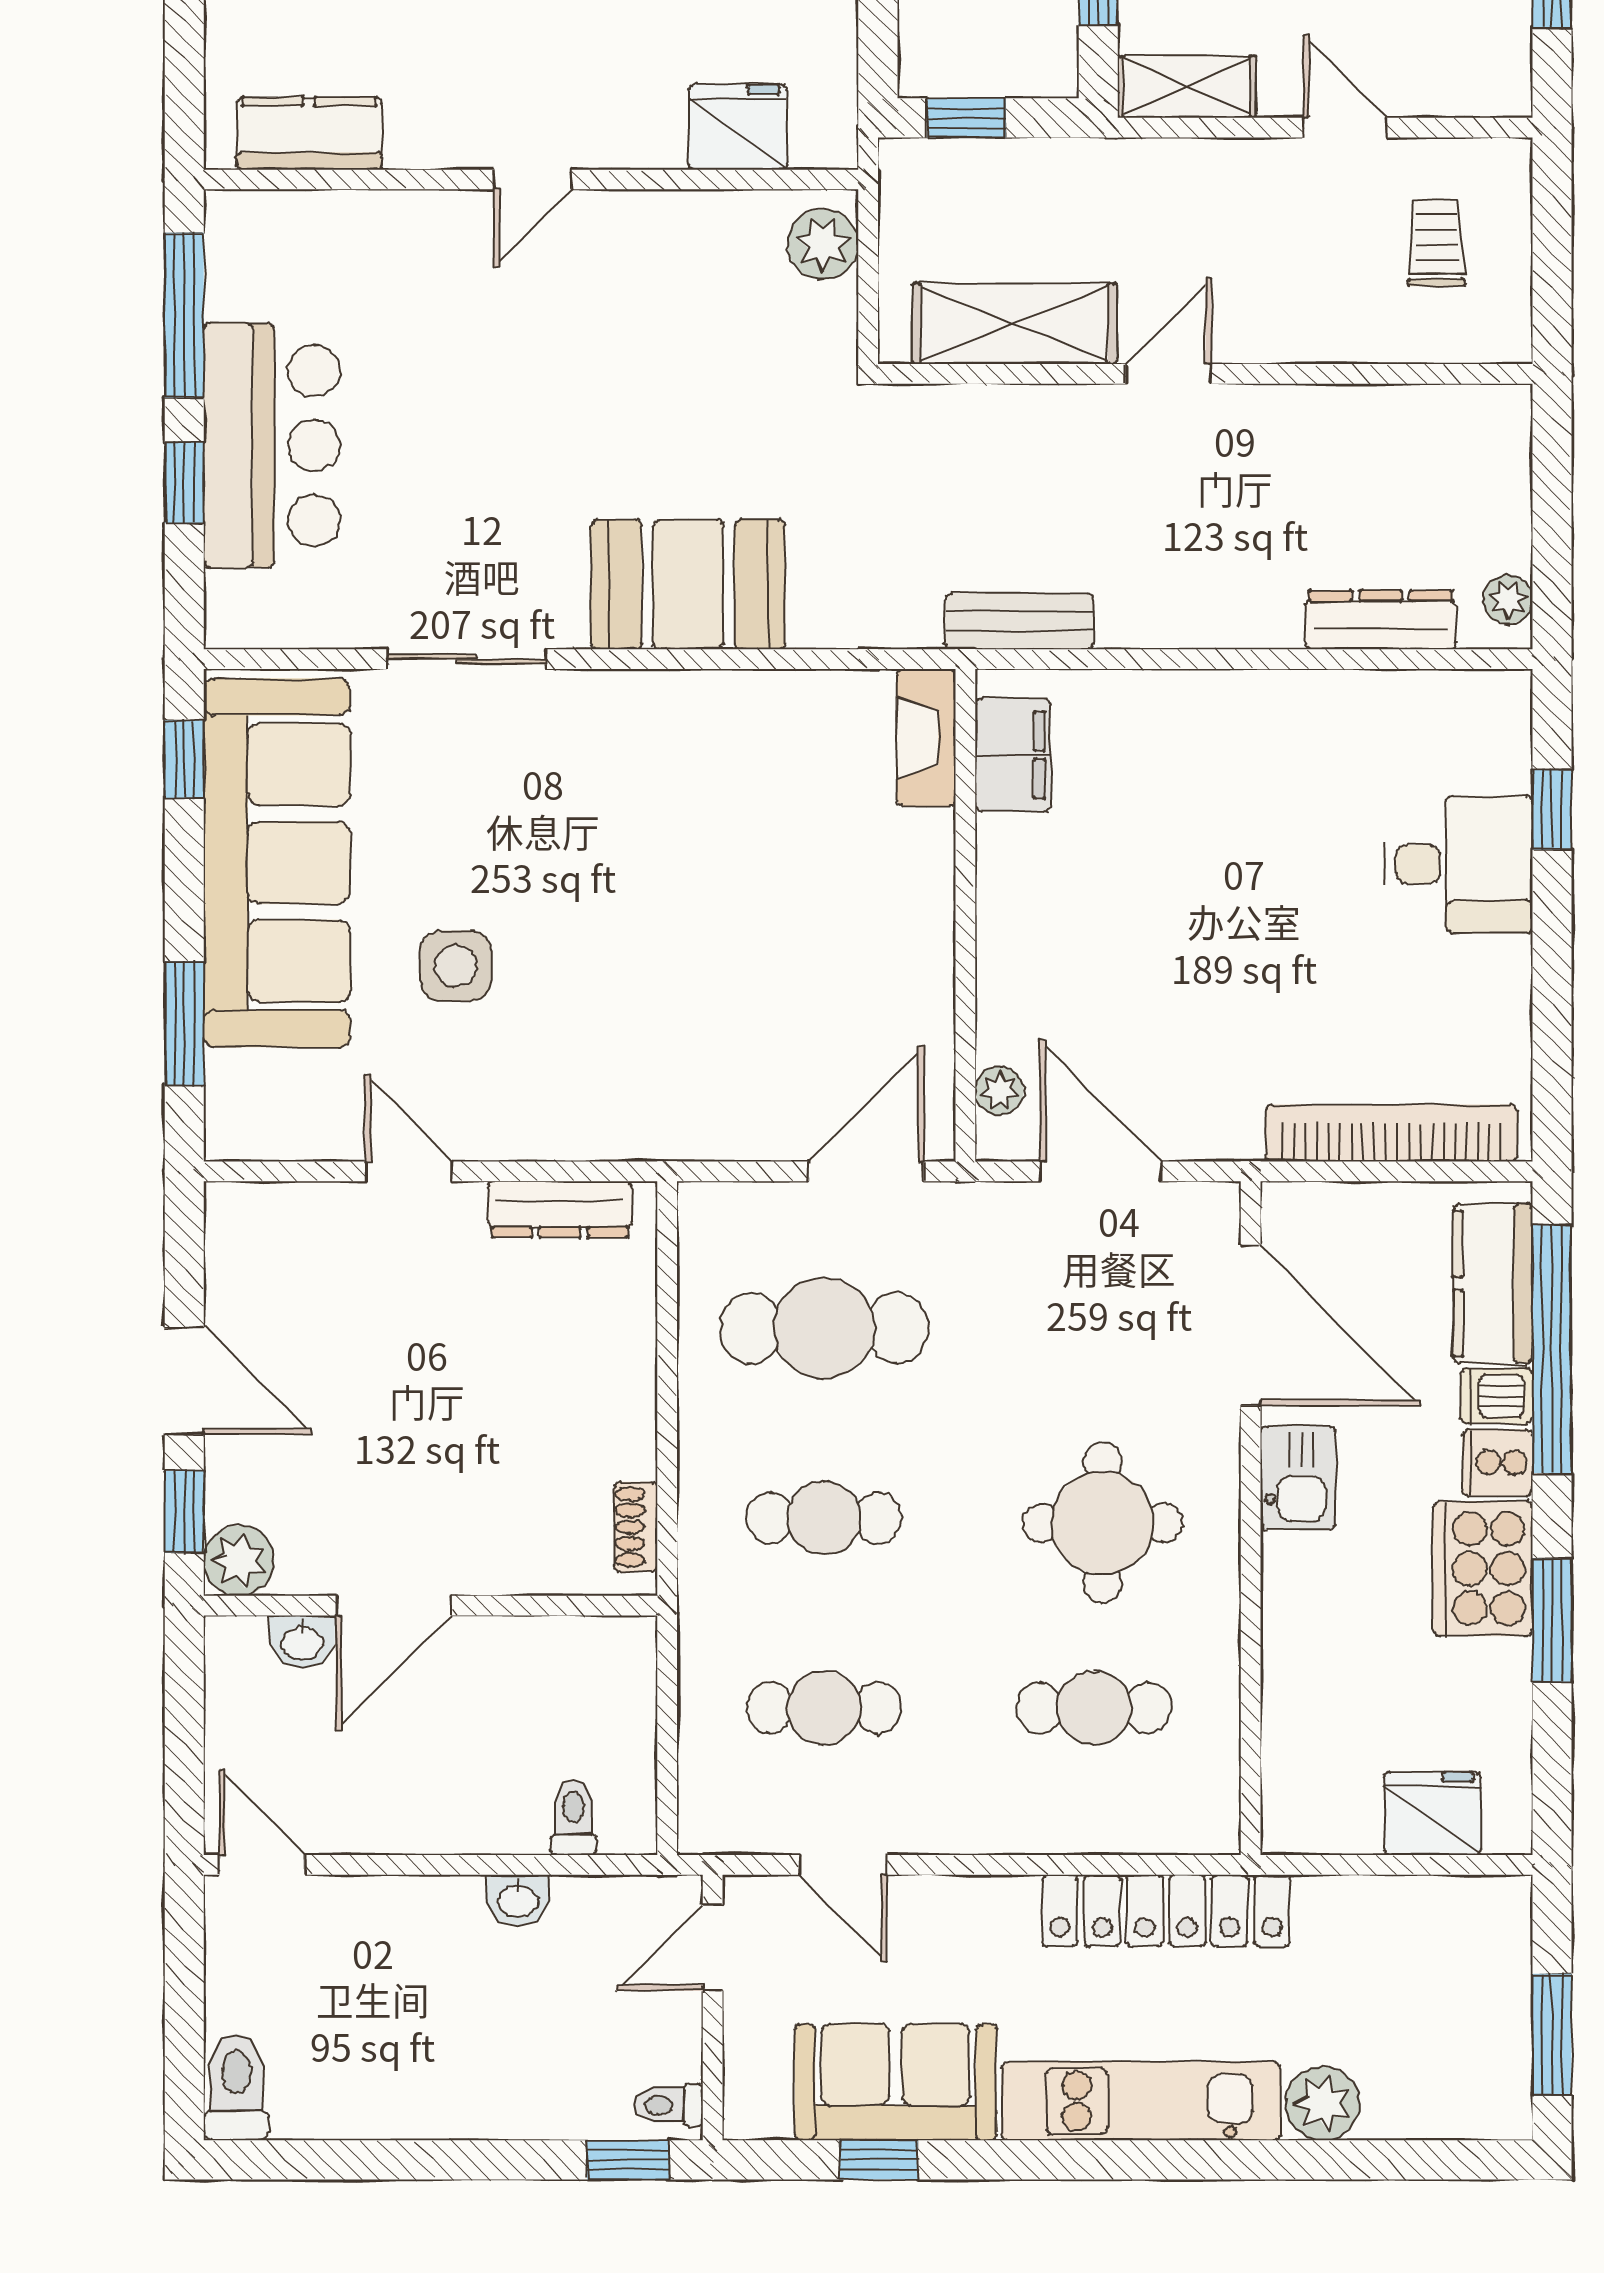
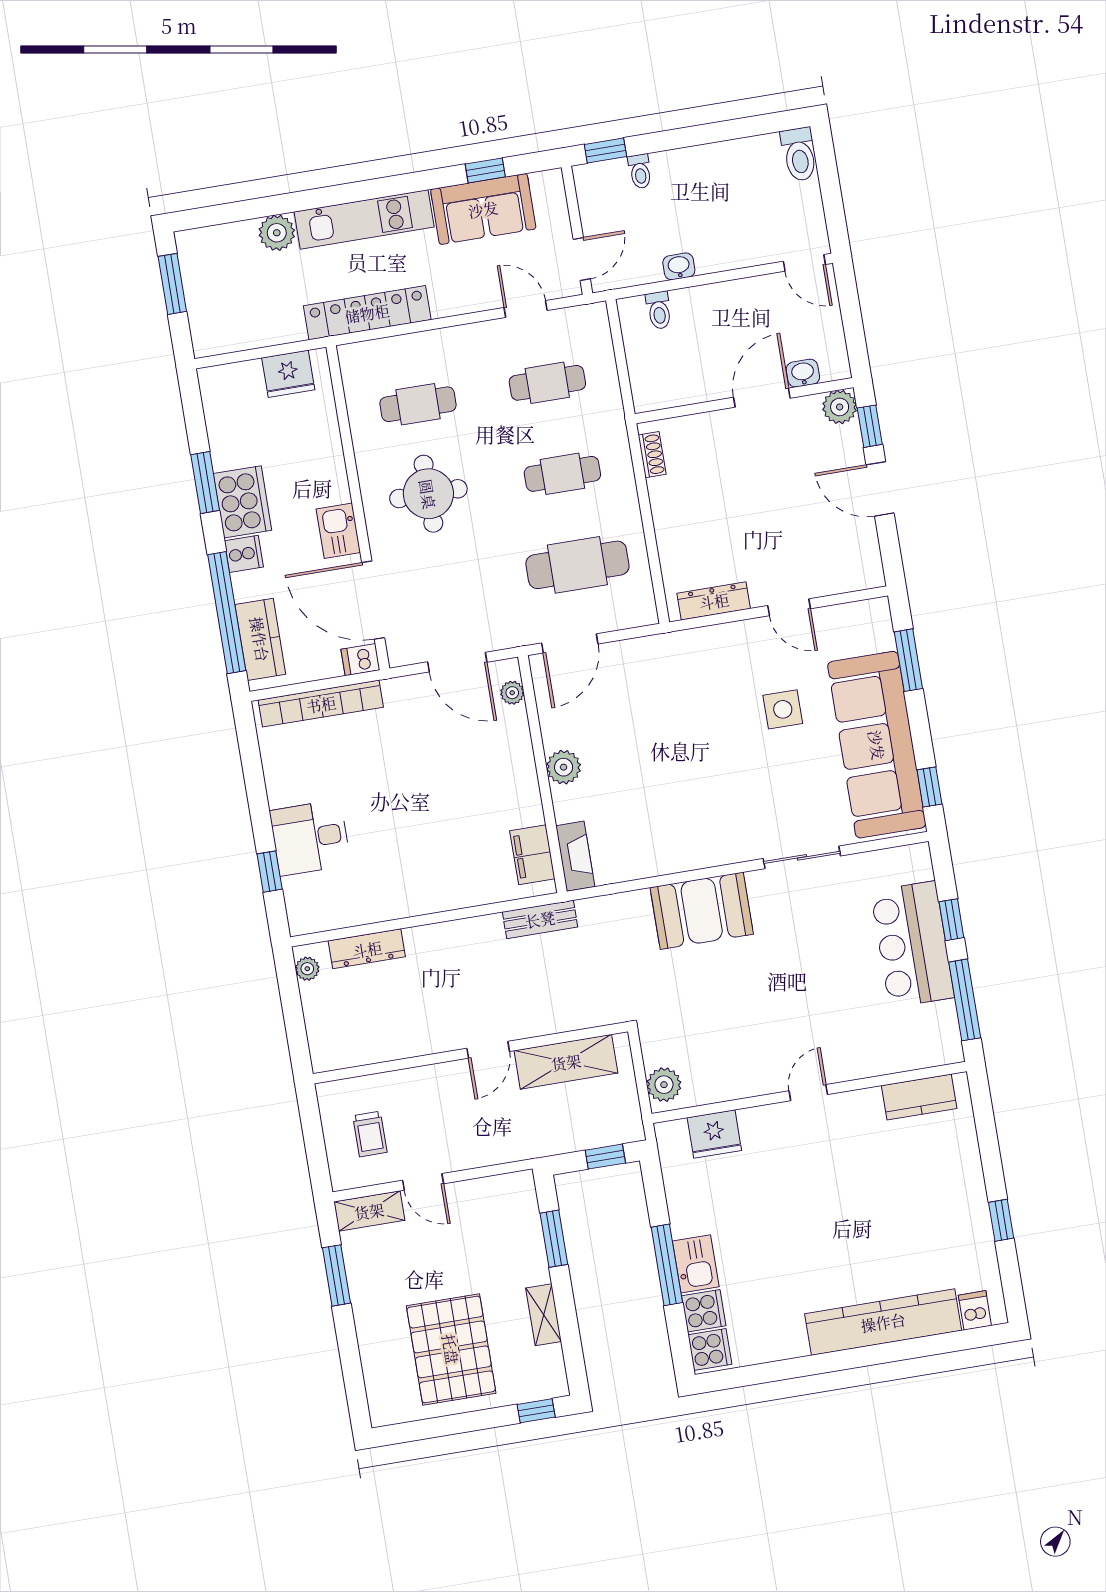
shelving: (1187, 87) -> (369, 1211), moved
plant: (920, 922) -> (564, 767), added
dishwasher: (1497, 1396) -> (360, 660), moved, turned 180
fridge: (1433, 1813) -> (288, 374), moved
toilet: (668, 2105) -> (640, 171), moved, turned 90

